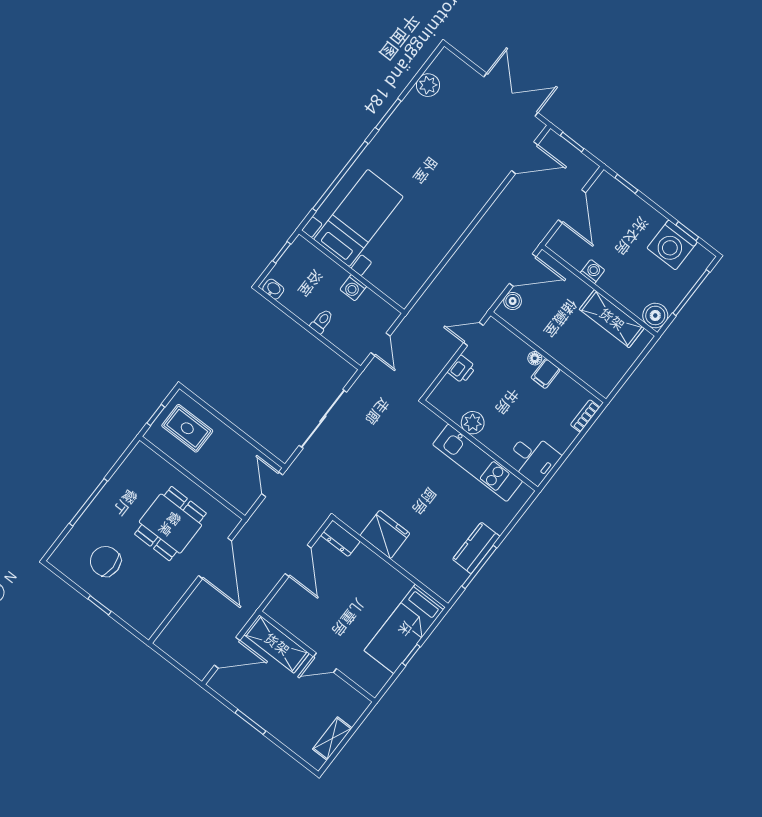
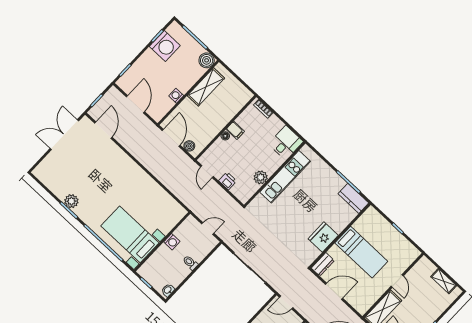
plant: (428, 85) -> (71, 201), moved
door: (572, 206) -> (136, 104), hinge flipped
kitchen counter: (476, 548) -> (353, 198), moved
bed: (405, 629) -> (361, 252), moved

